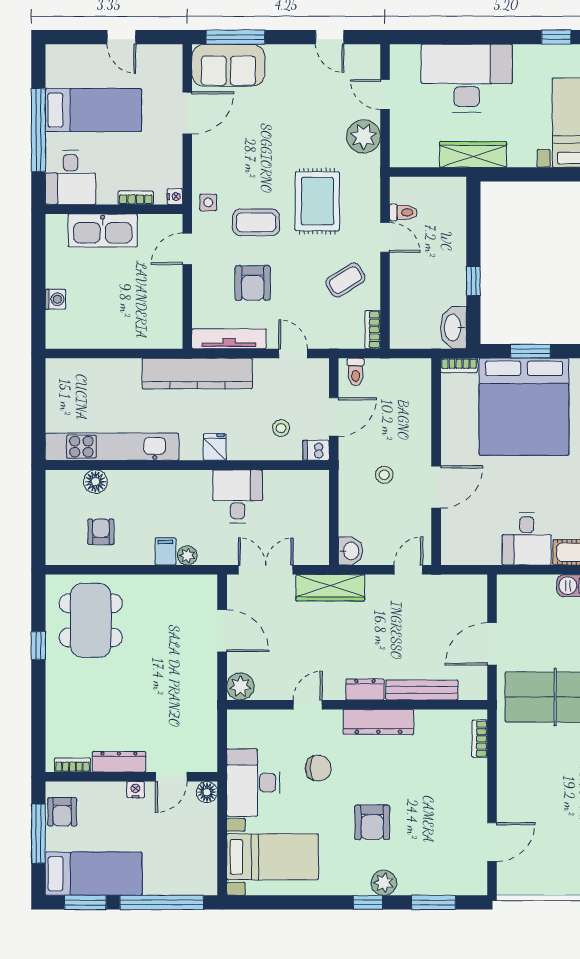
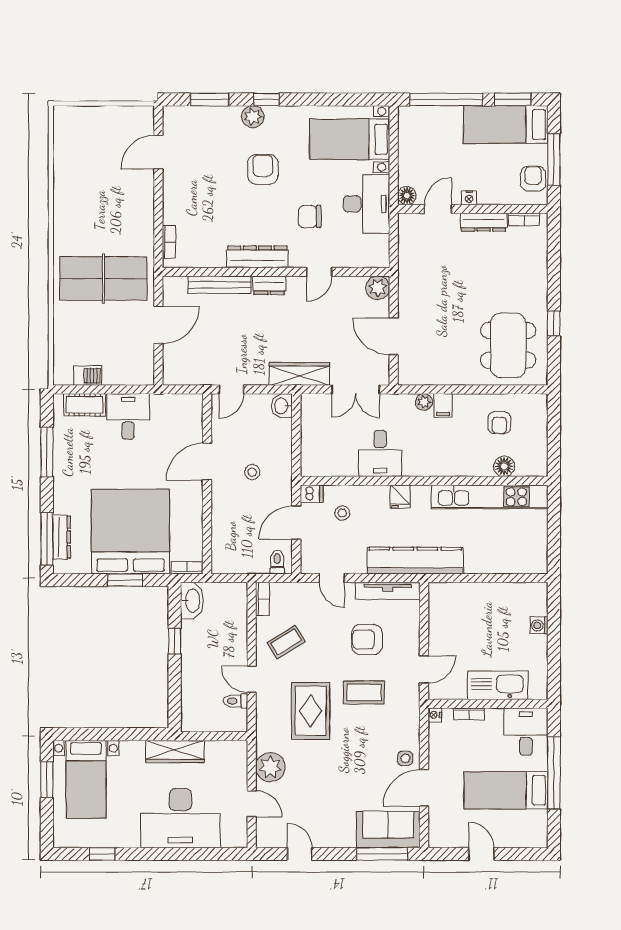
side table: (208, 202) -> (405, 758), moved
armchair: (253, 283) -> (367, 640), turned -90

